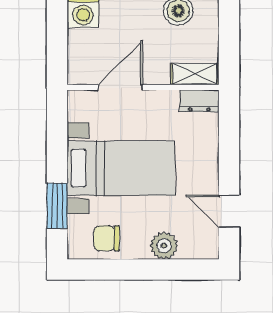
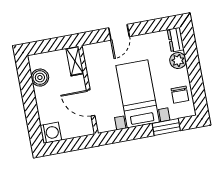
dresser: (199, 101) -> (176, 40), moved, turned 180
door: (229, 211) -> (119, 32), moved

